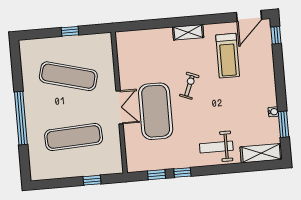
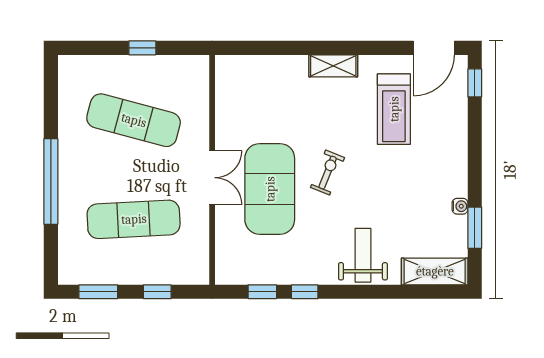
exercise bike: (189, 86) -> (328, 173), moved
weight bench: (216, 147) -> (363, 255), turned 90
window: (56, 183) -> (98, 292), added

